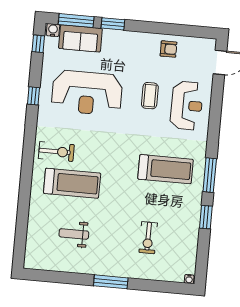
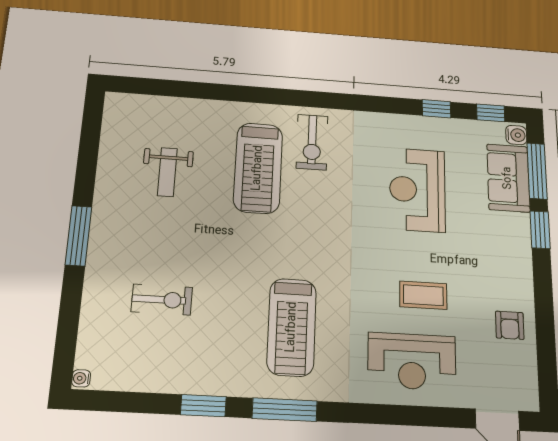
reception desk: (87, 93) -> (417, 190), width x0.74, depth x0.77
window: (33, 96) -> (436, 109), moved
weight bench: (74, 234) -> (167, 172), turned 180
exercise bike: (148, 238) -> (162, 300), turned 180

